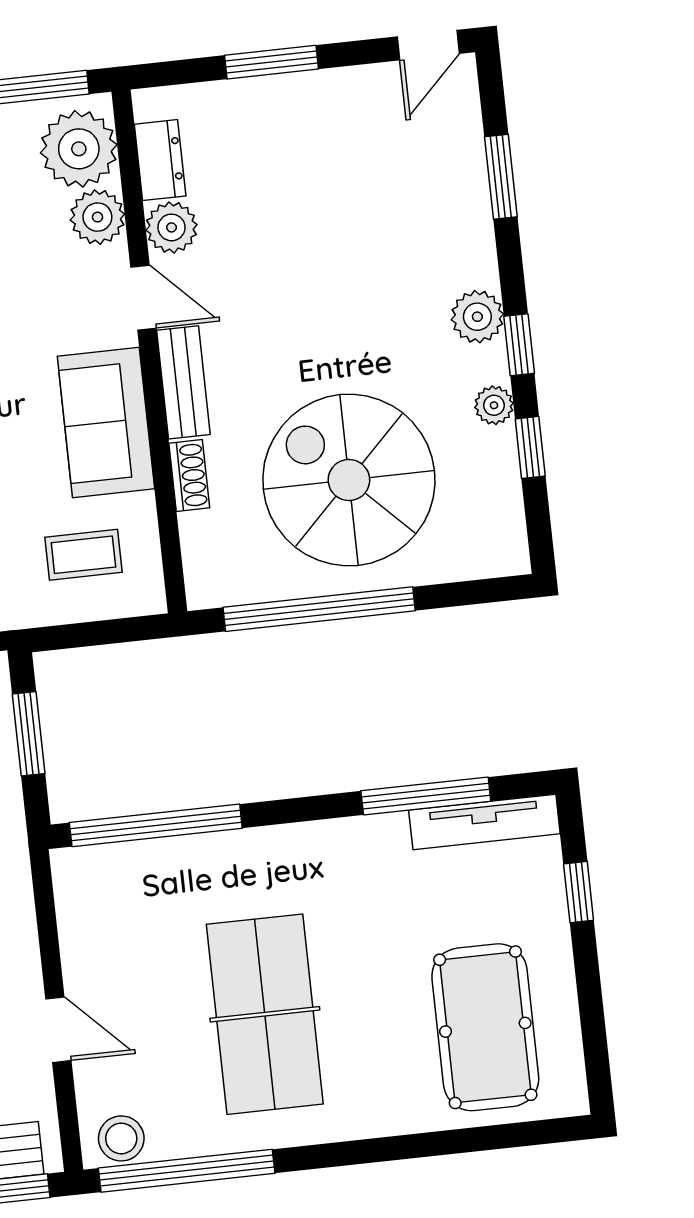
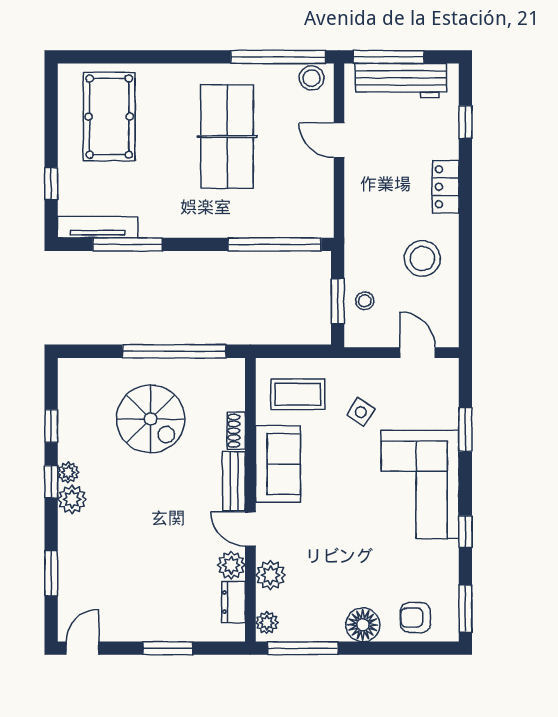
plant: (79, 149) -> (267, 623), width x0.53, depth x0.53
plant: (494, 405) -> (68, 472), moved
spiral stairs: (349, 480) -> (151, 419), width x0.73, depth x0.73
coffee table: (83, 555) -> (298, 394), width x1.36, depth x1.30

